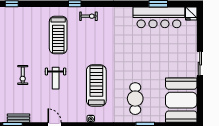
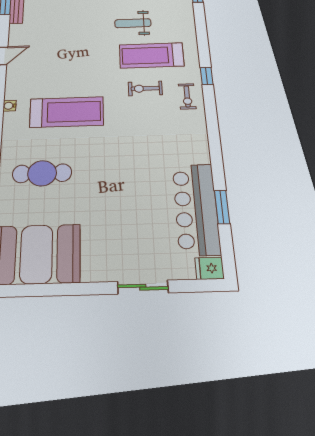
sliding door: (200, 64) -> (143, 287), moved
exercise bike: (23, 75) -> (145, 88), moved
weight bench: (56, 78) -> (133, 23), moved

